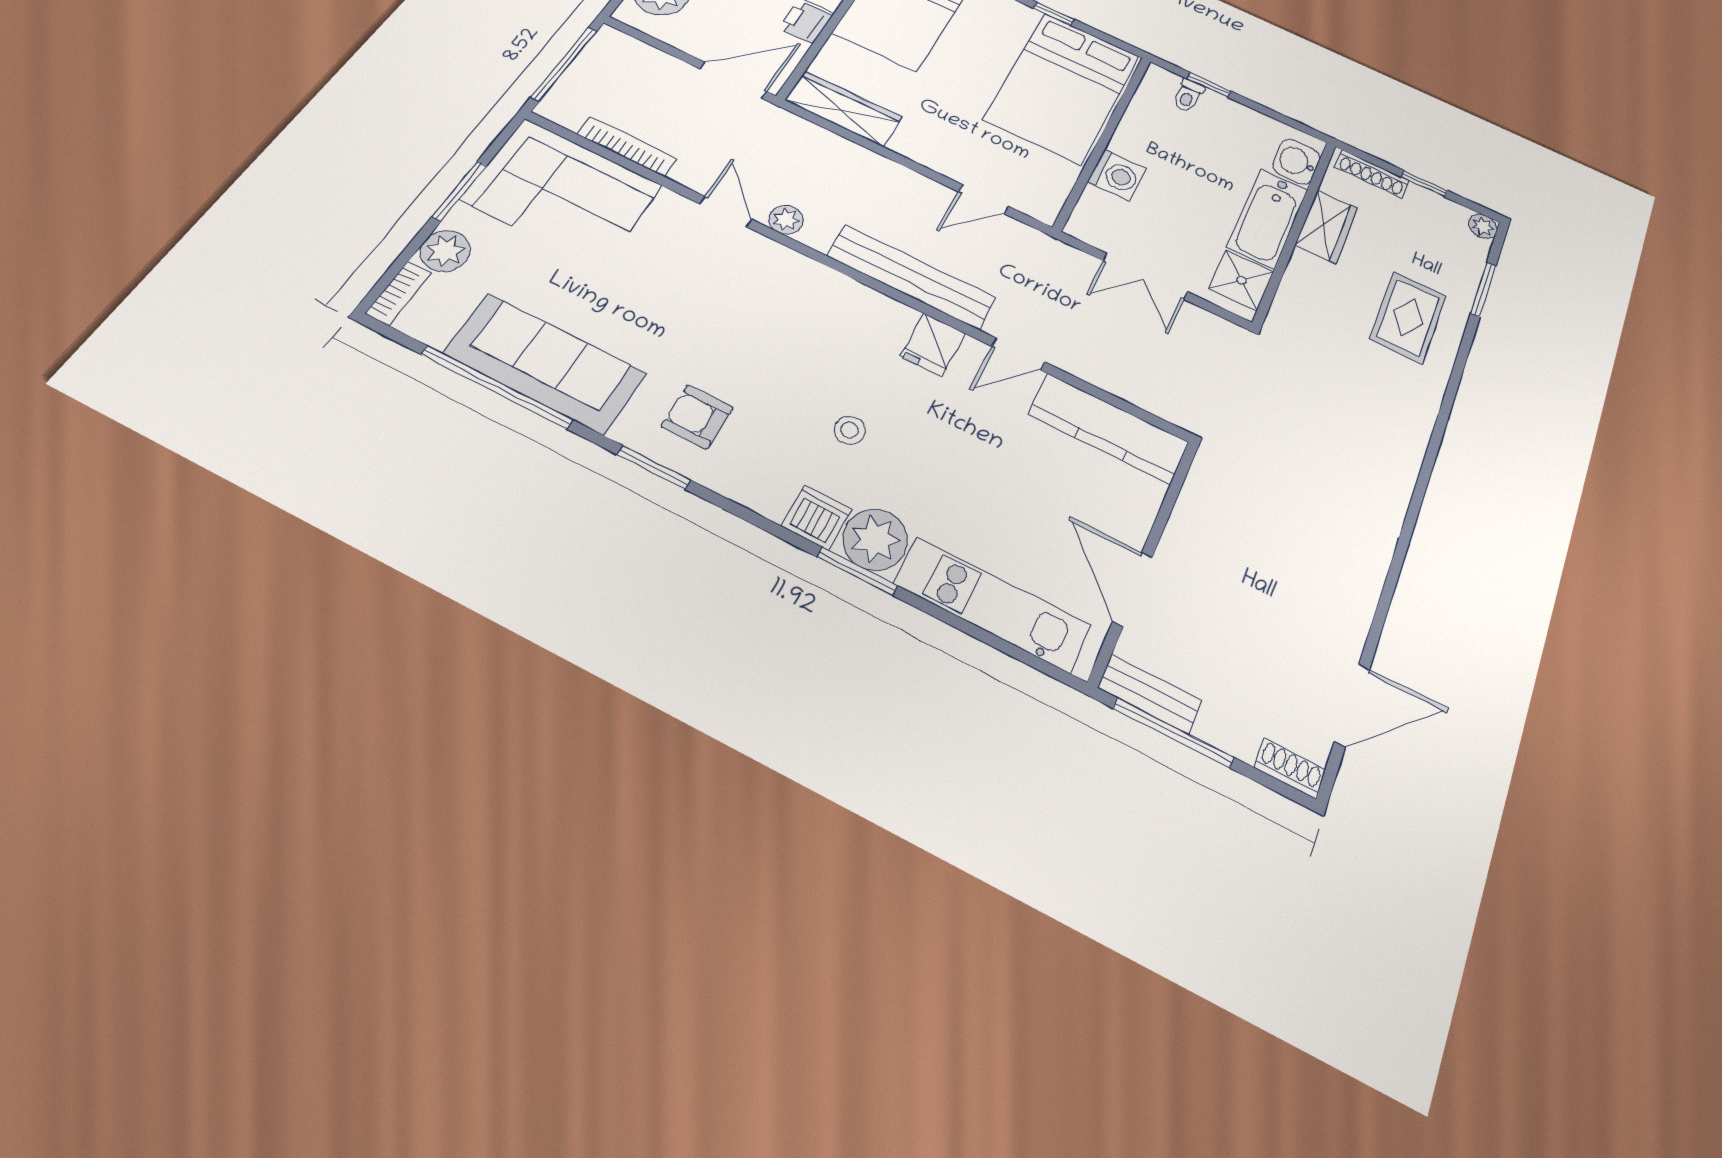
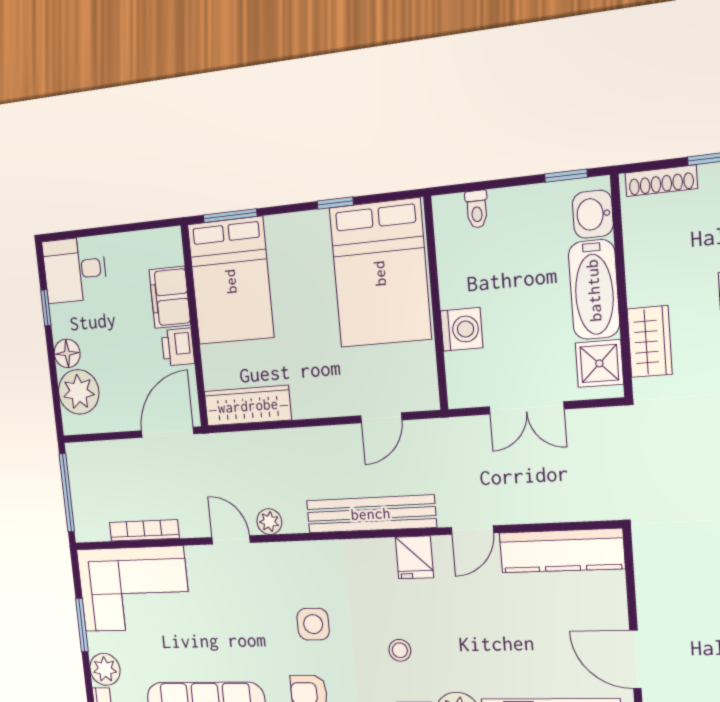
window: (1209, 85) -> (566, 176), moved
wardrobe: (1327, 226) -> (650, 342), moved
side table: (761, 346) -> (313, 624), added

